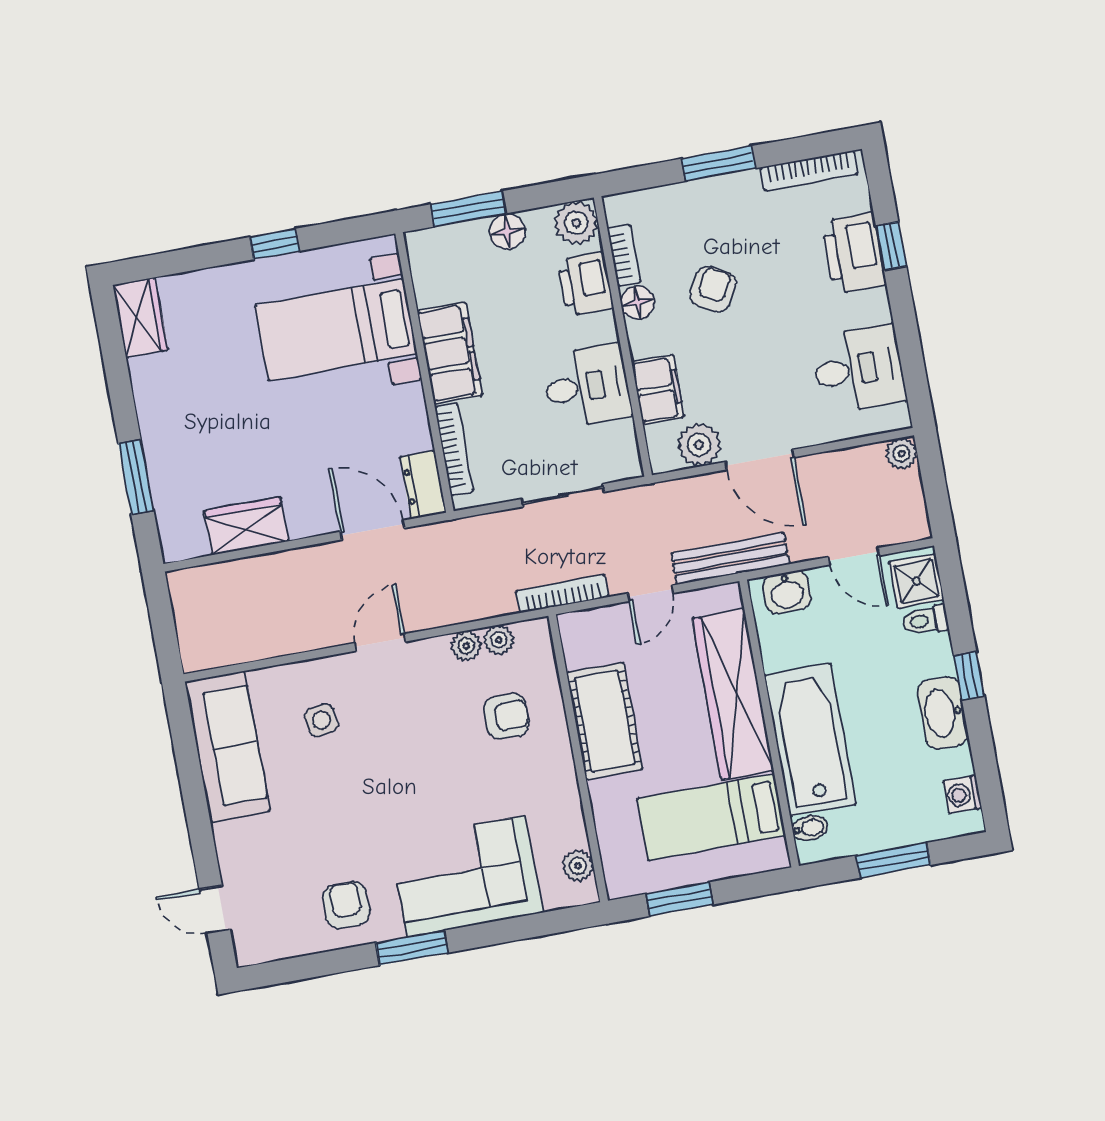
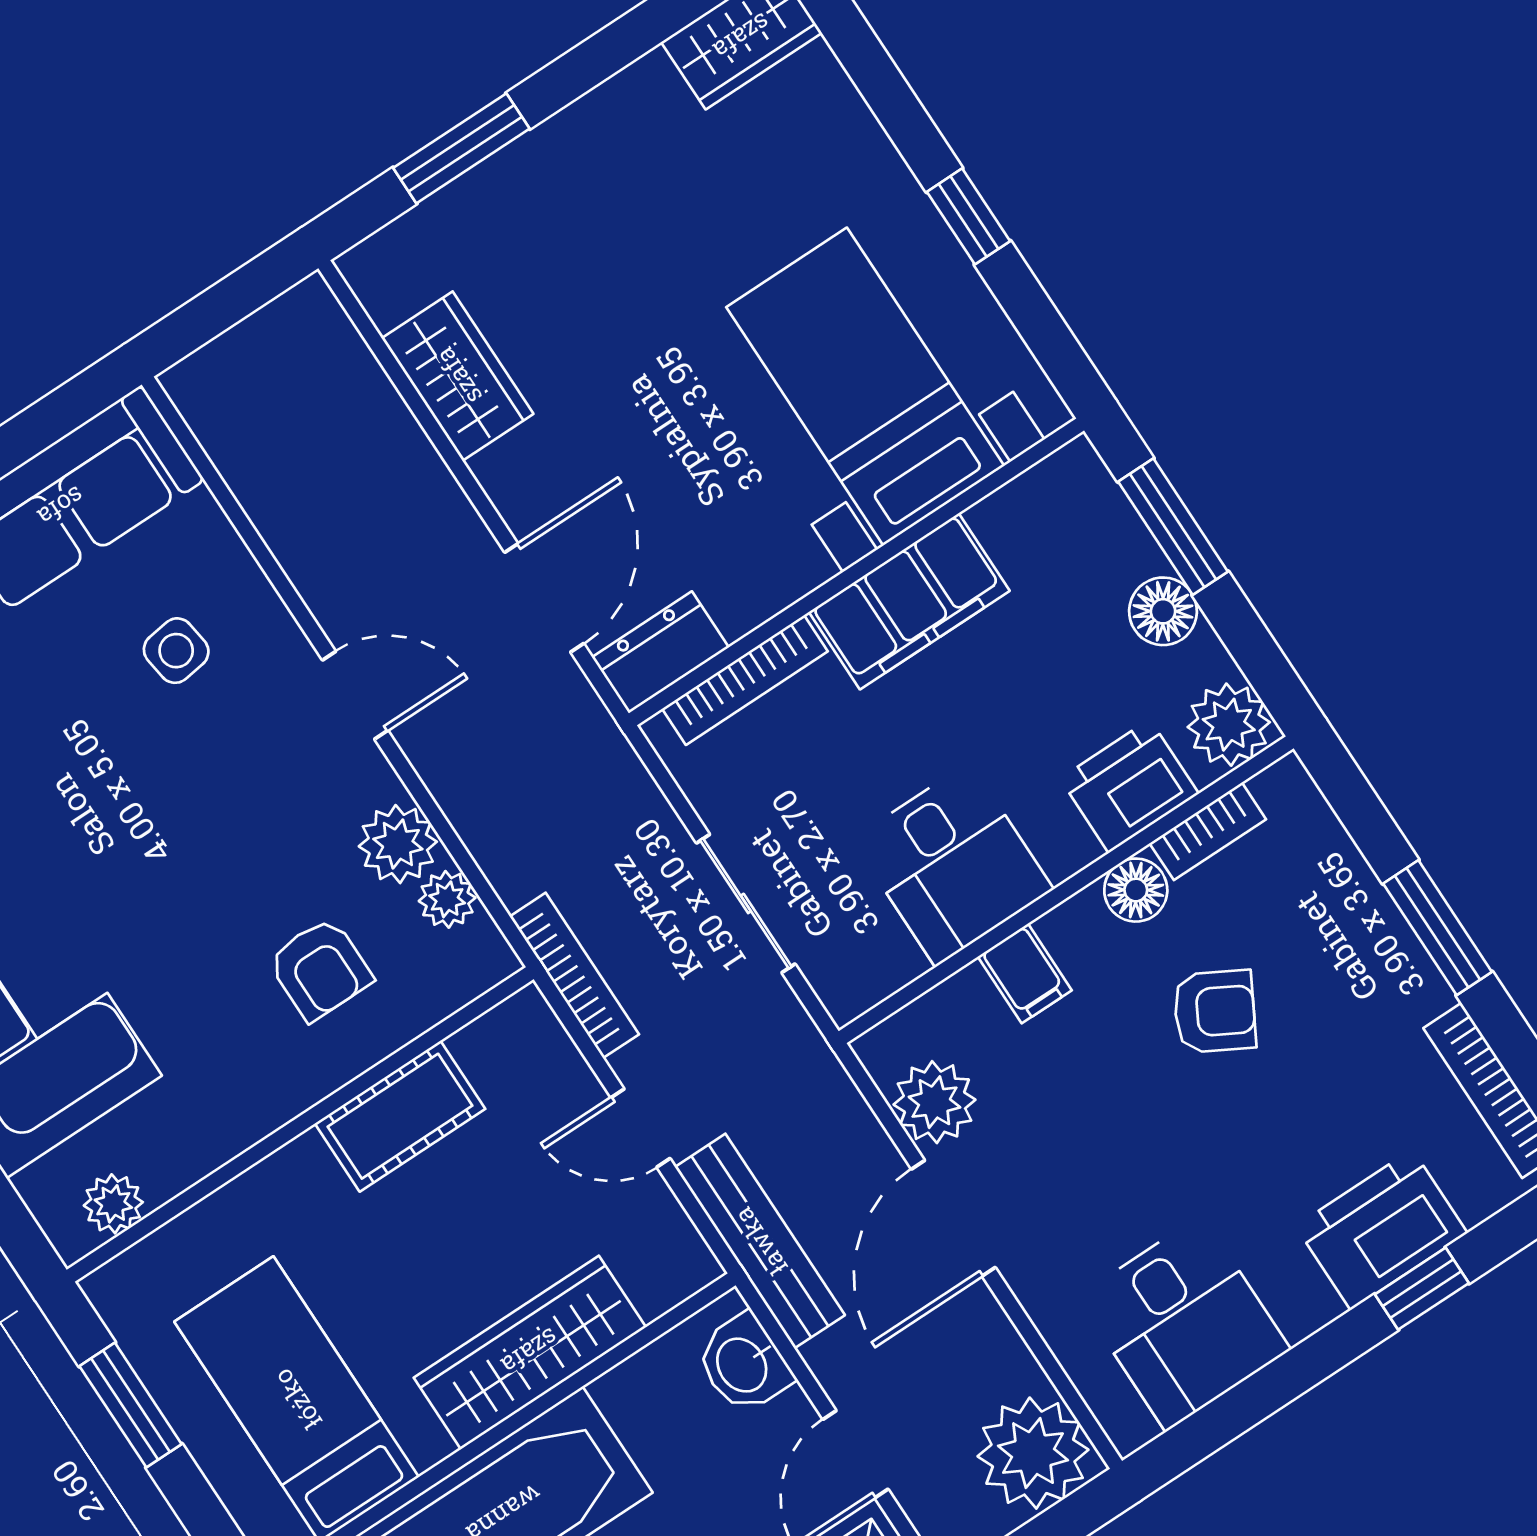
filing cabinet: (658, 390) -> (1025, 973), width x0.50
plant: (901, 454) -> (1033, 1453), width x1.88, depth x1.88
plant: (466, 646) -> (398, 844), width x1.38, depth x1.38
wardrobe: (733, 694) -> (530, 1352), width x0.71, depth x0.85
cot: (605, 721) -> (400, 1116), width x0.73, depth x0.75

